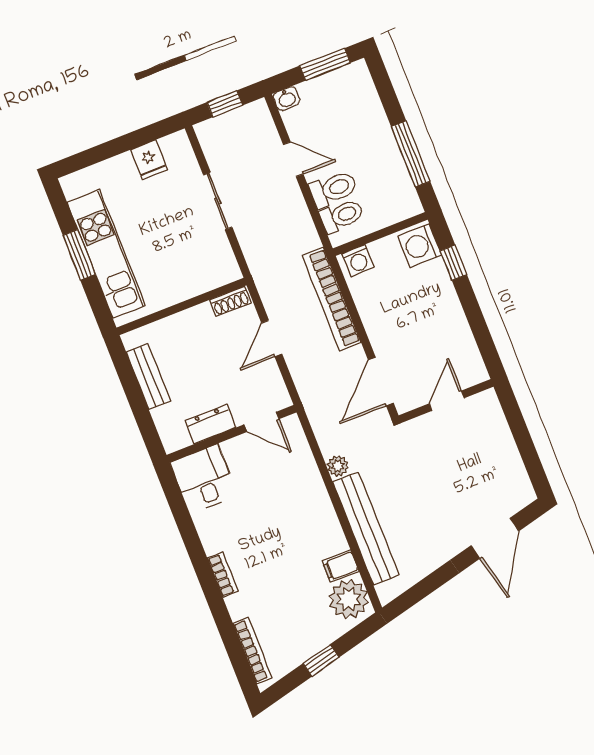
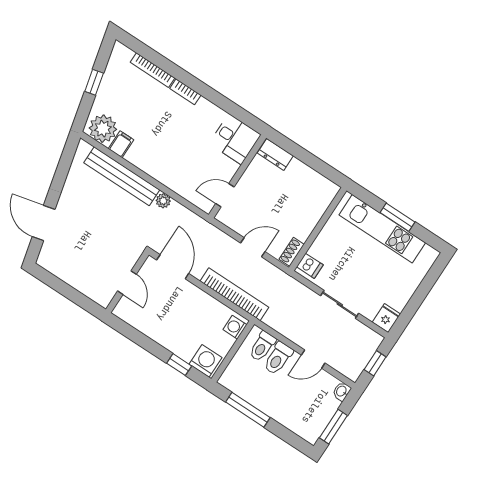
fridge: (149, 160) -> (386, 318), moved, turned 90
dishwasher: (221, 270) -> (310, 266), added
door: (272, 338) -> (253, 247), hinge flipped
bench: (148, 377) -> (308, 175), removed
dresser: (210, 424) -> (275, 154), moved, turned 90
bookcase: (253, 651) -> (153, 70), moved

